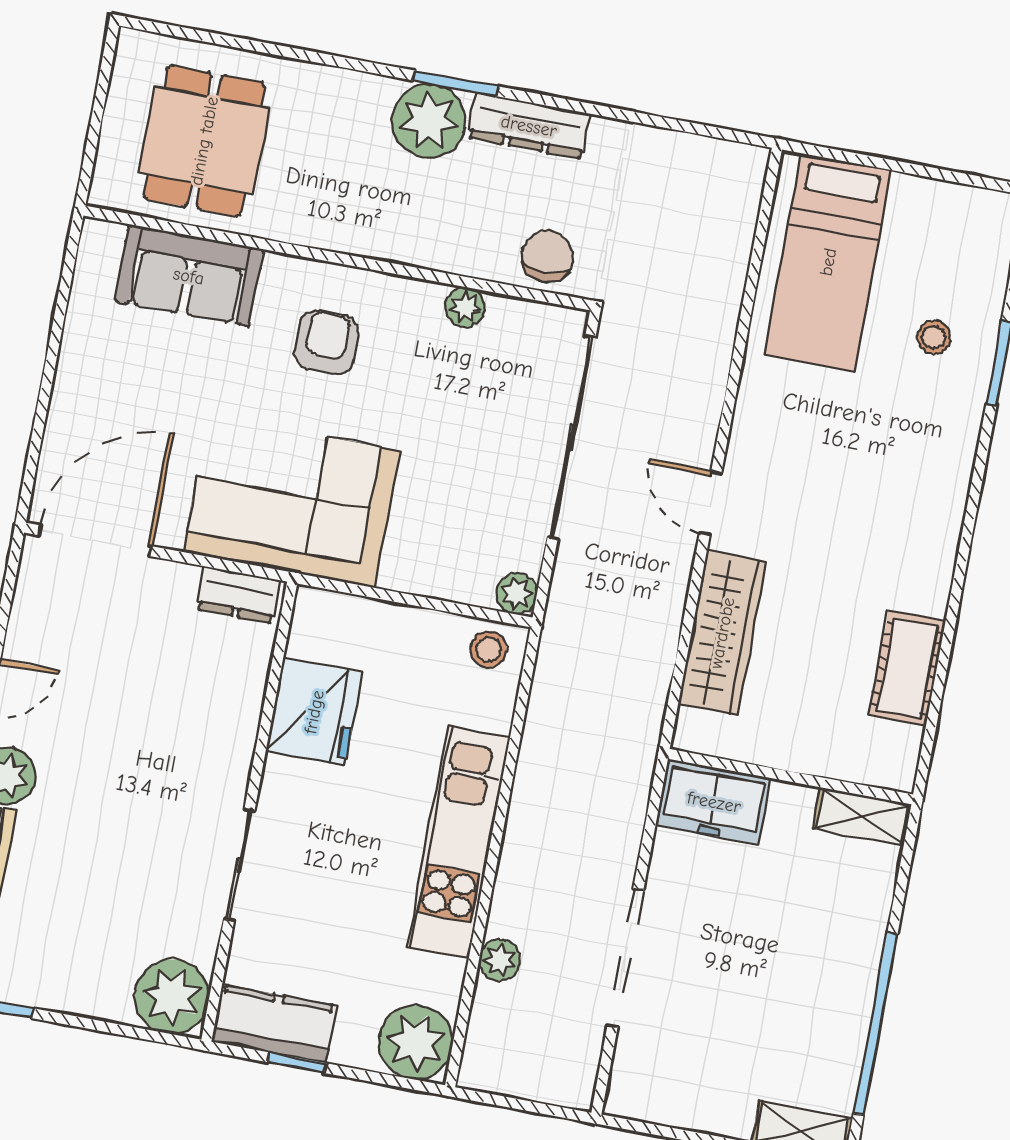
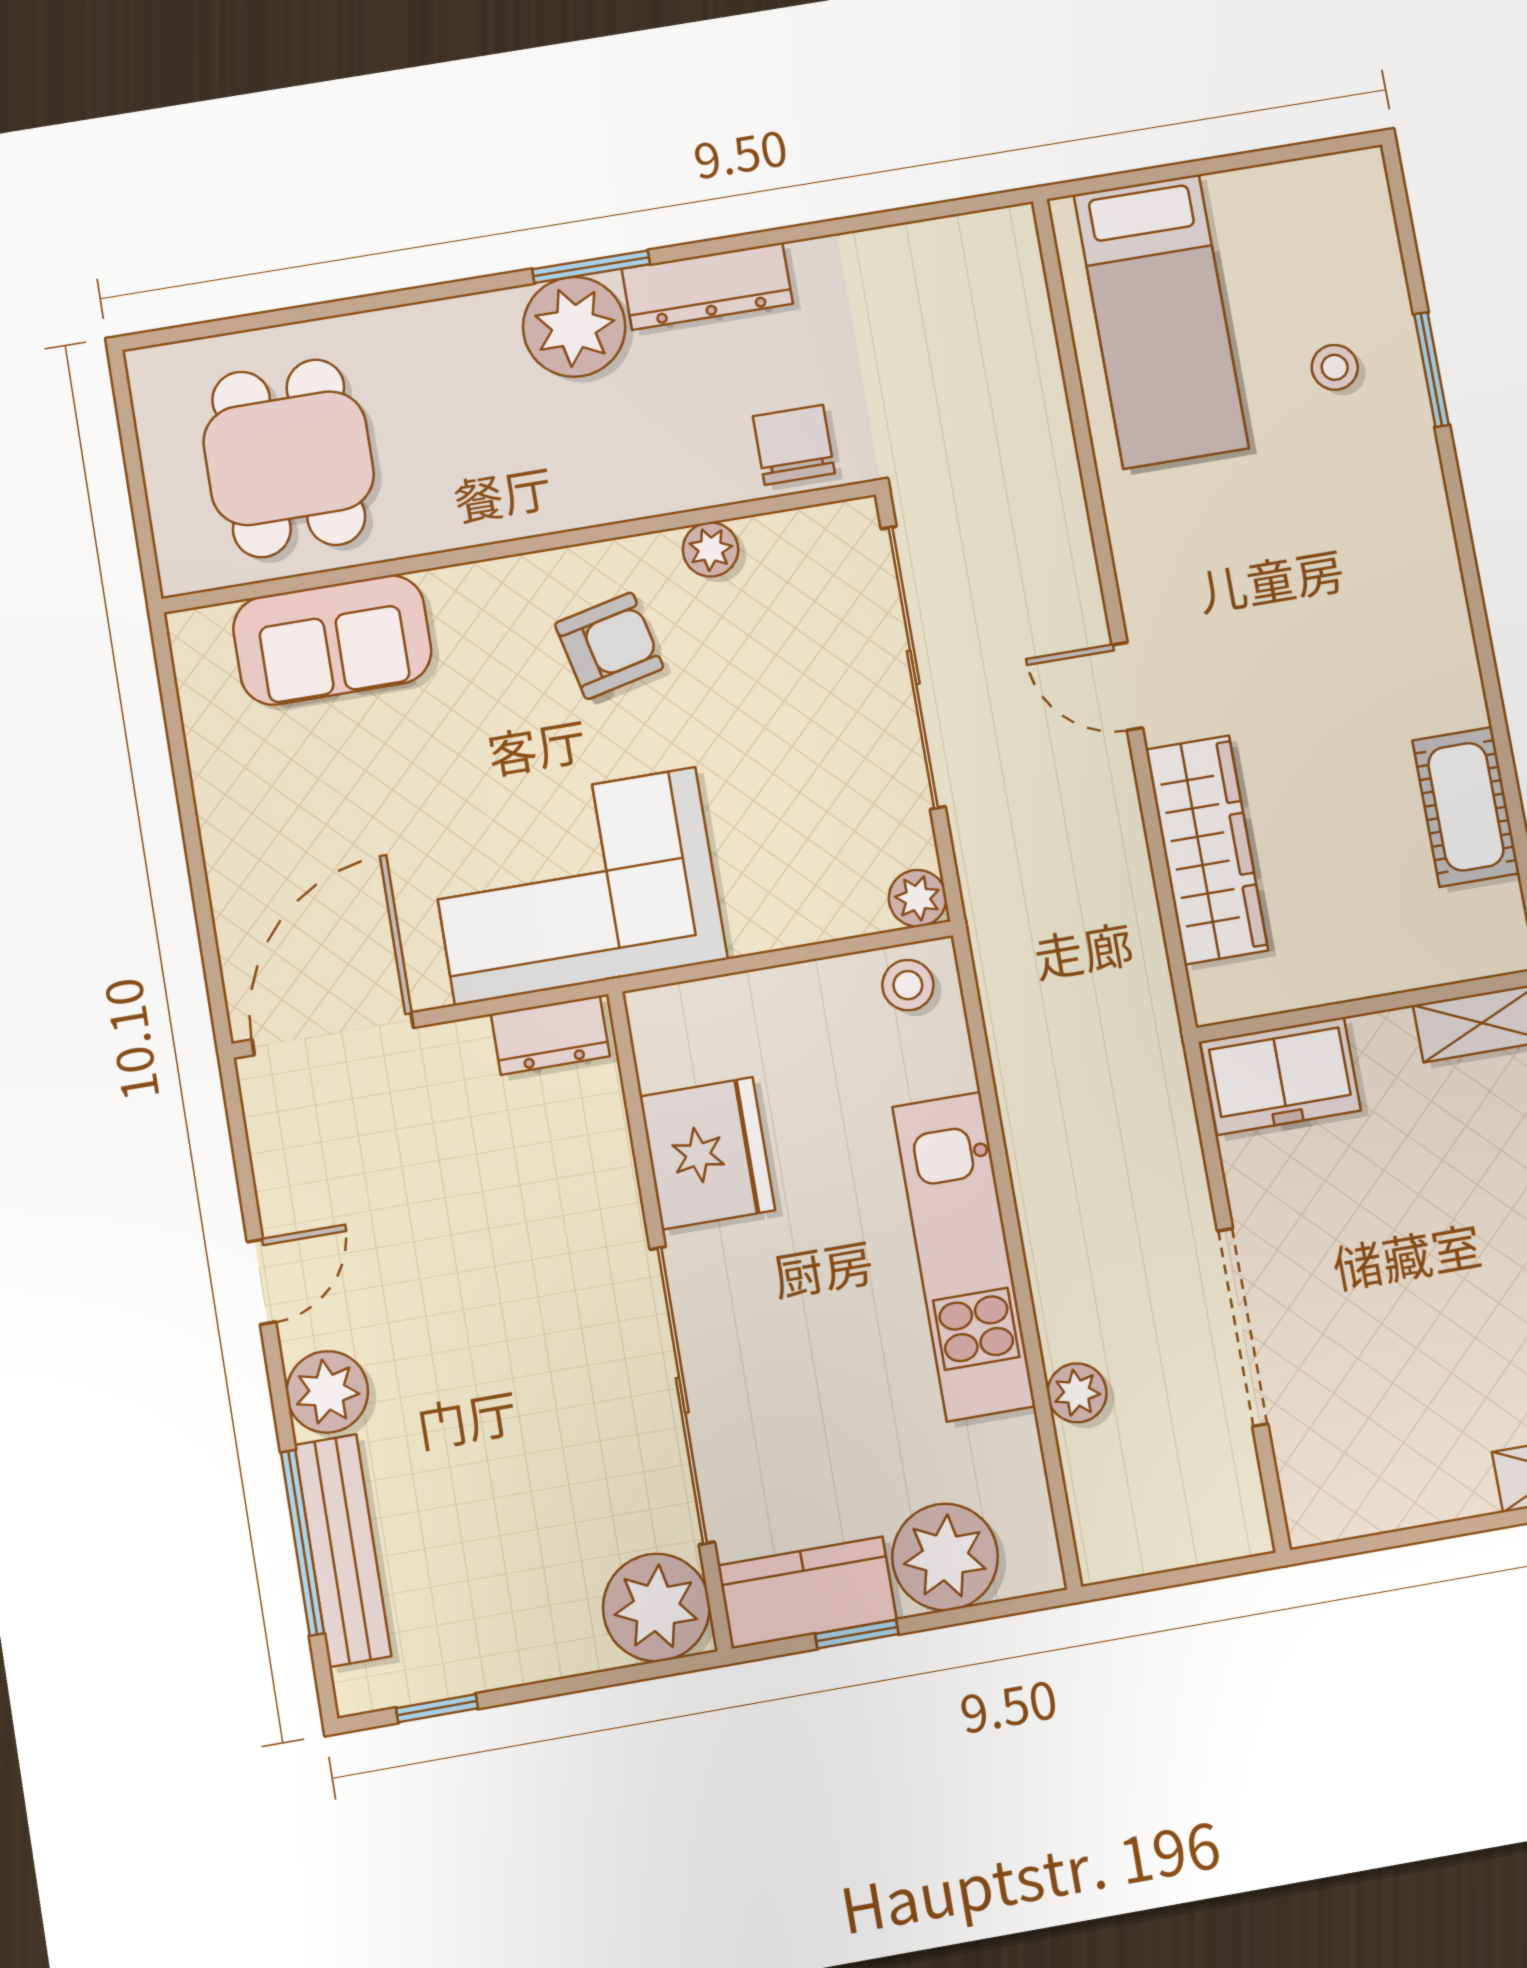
armchair: (327, 342) -> (609, 646), moved, turned 77
sliding door: (239, 865) -> (682, 1395), width x1.86
plant: (416, 1042) -> (945, 1557), moved

